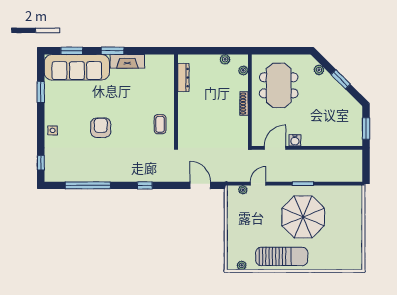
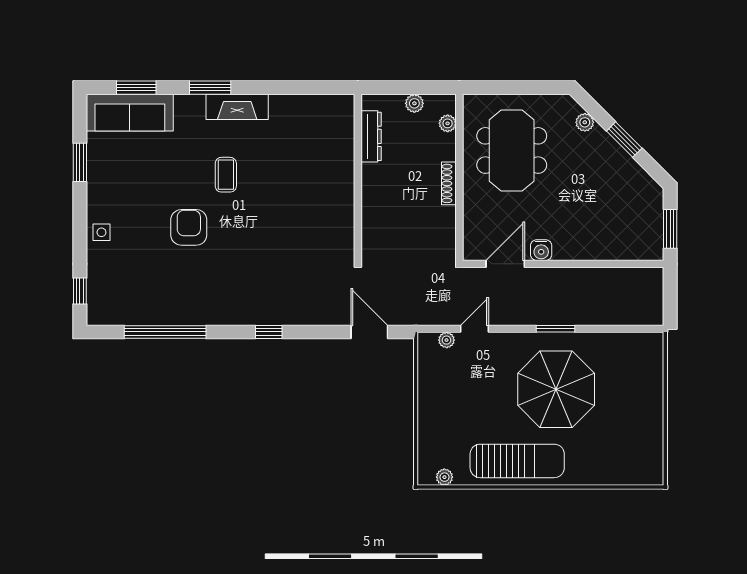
sofa: (77, 67) -> (130, 113), width x0.74, depth x0.79
dresser: (183, 78) -> (371, 136), moved
wall: (176, 100) -> (358, 177), moved
coffee table: (160, 124) -> (226, 175), moved

